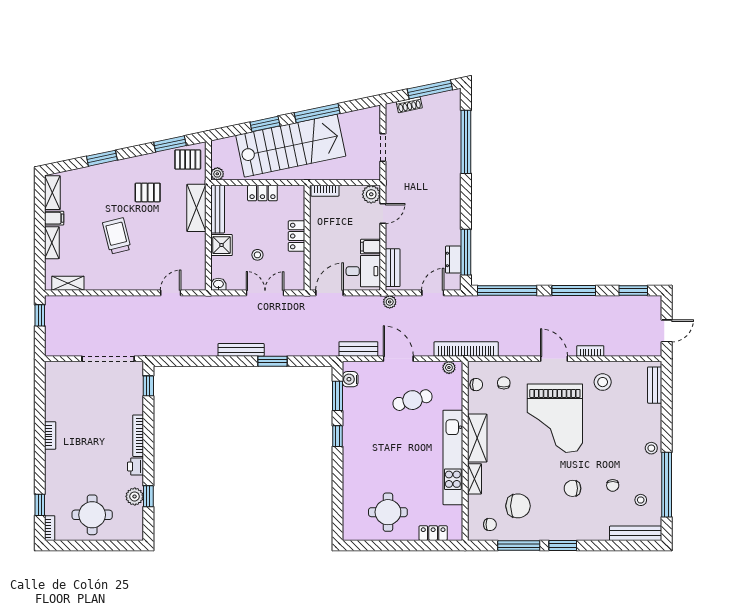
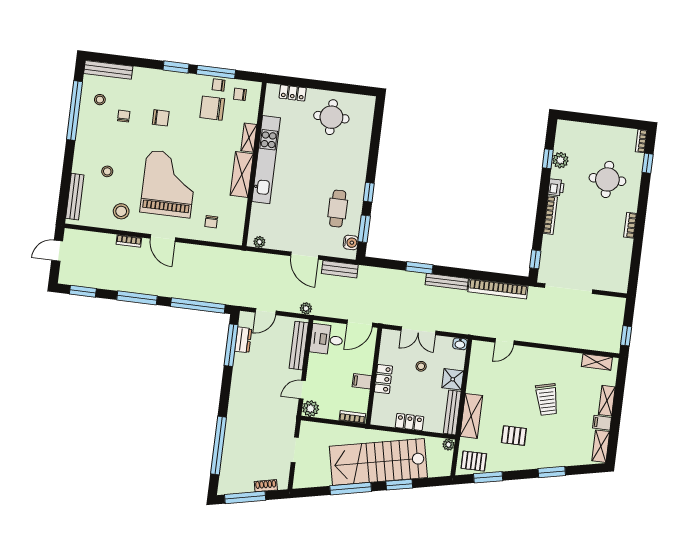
filing cabinet: (370, 247) -> (362, 381), moved, turned 180
bench: (393, 268) -> (299, 346), width x1.36
bookcase: (466, 349) -> (498, 289), moved
chair: (476, 385) -> (219, 85), moved
bench: (655, 385) -> (75, 197), width x1.36
cafe table: (412, 400) -> (338, 209), moved, turned -74
stool: (651, 448) -> (107, 171), moved
round table: (92, 515) -> (607, 179), moved

